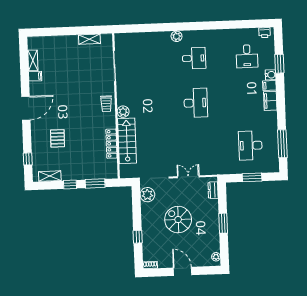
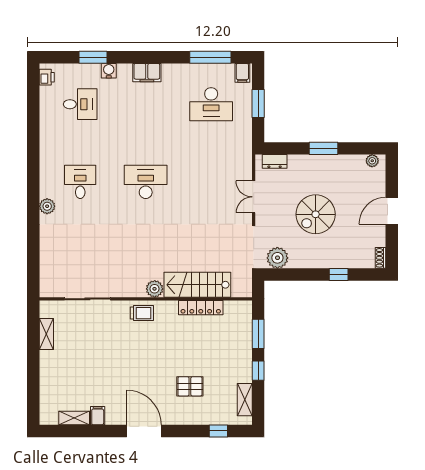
filing cabinet: (269, 86) -> (242, 73), moved

